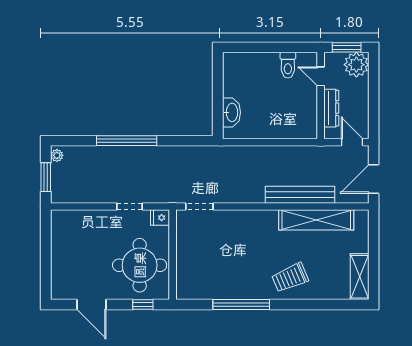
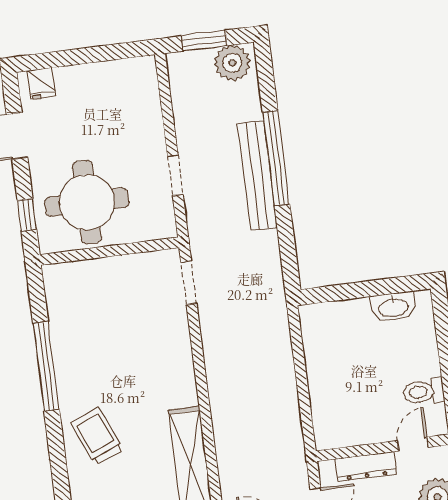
washbasin: (231, 112) -> (393, 307), moved
plant: (57, 155) -> (232, 63), width x1.88, depth x1.88
bench: (300, 195) -> (257, 176), moved
fridge: (160, 218) -> (41, 83), moved, turned 180

